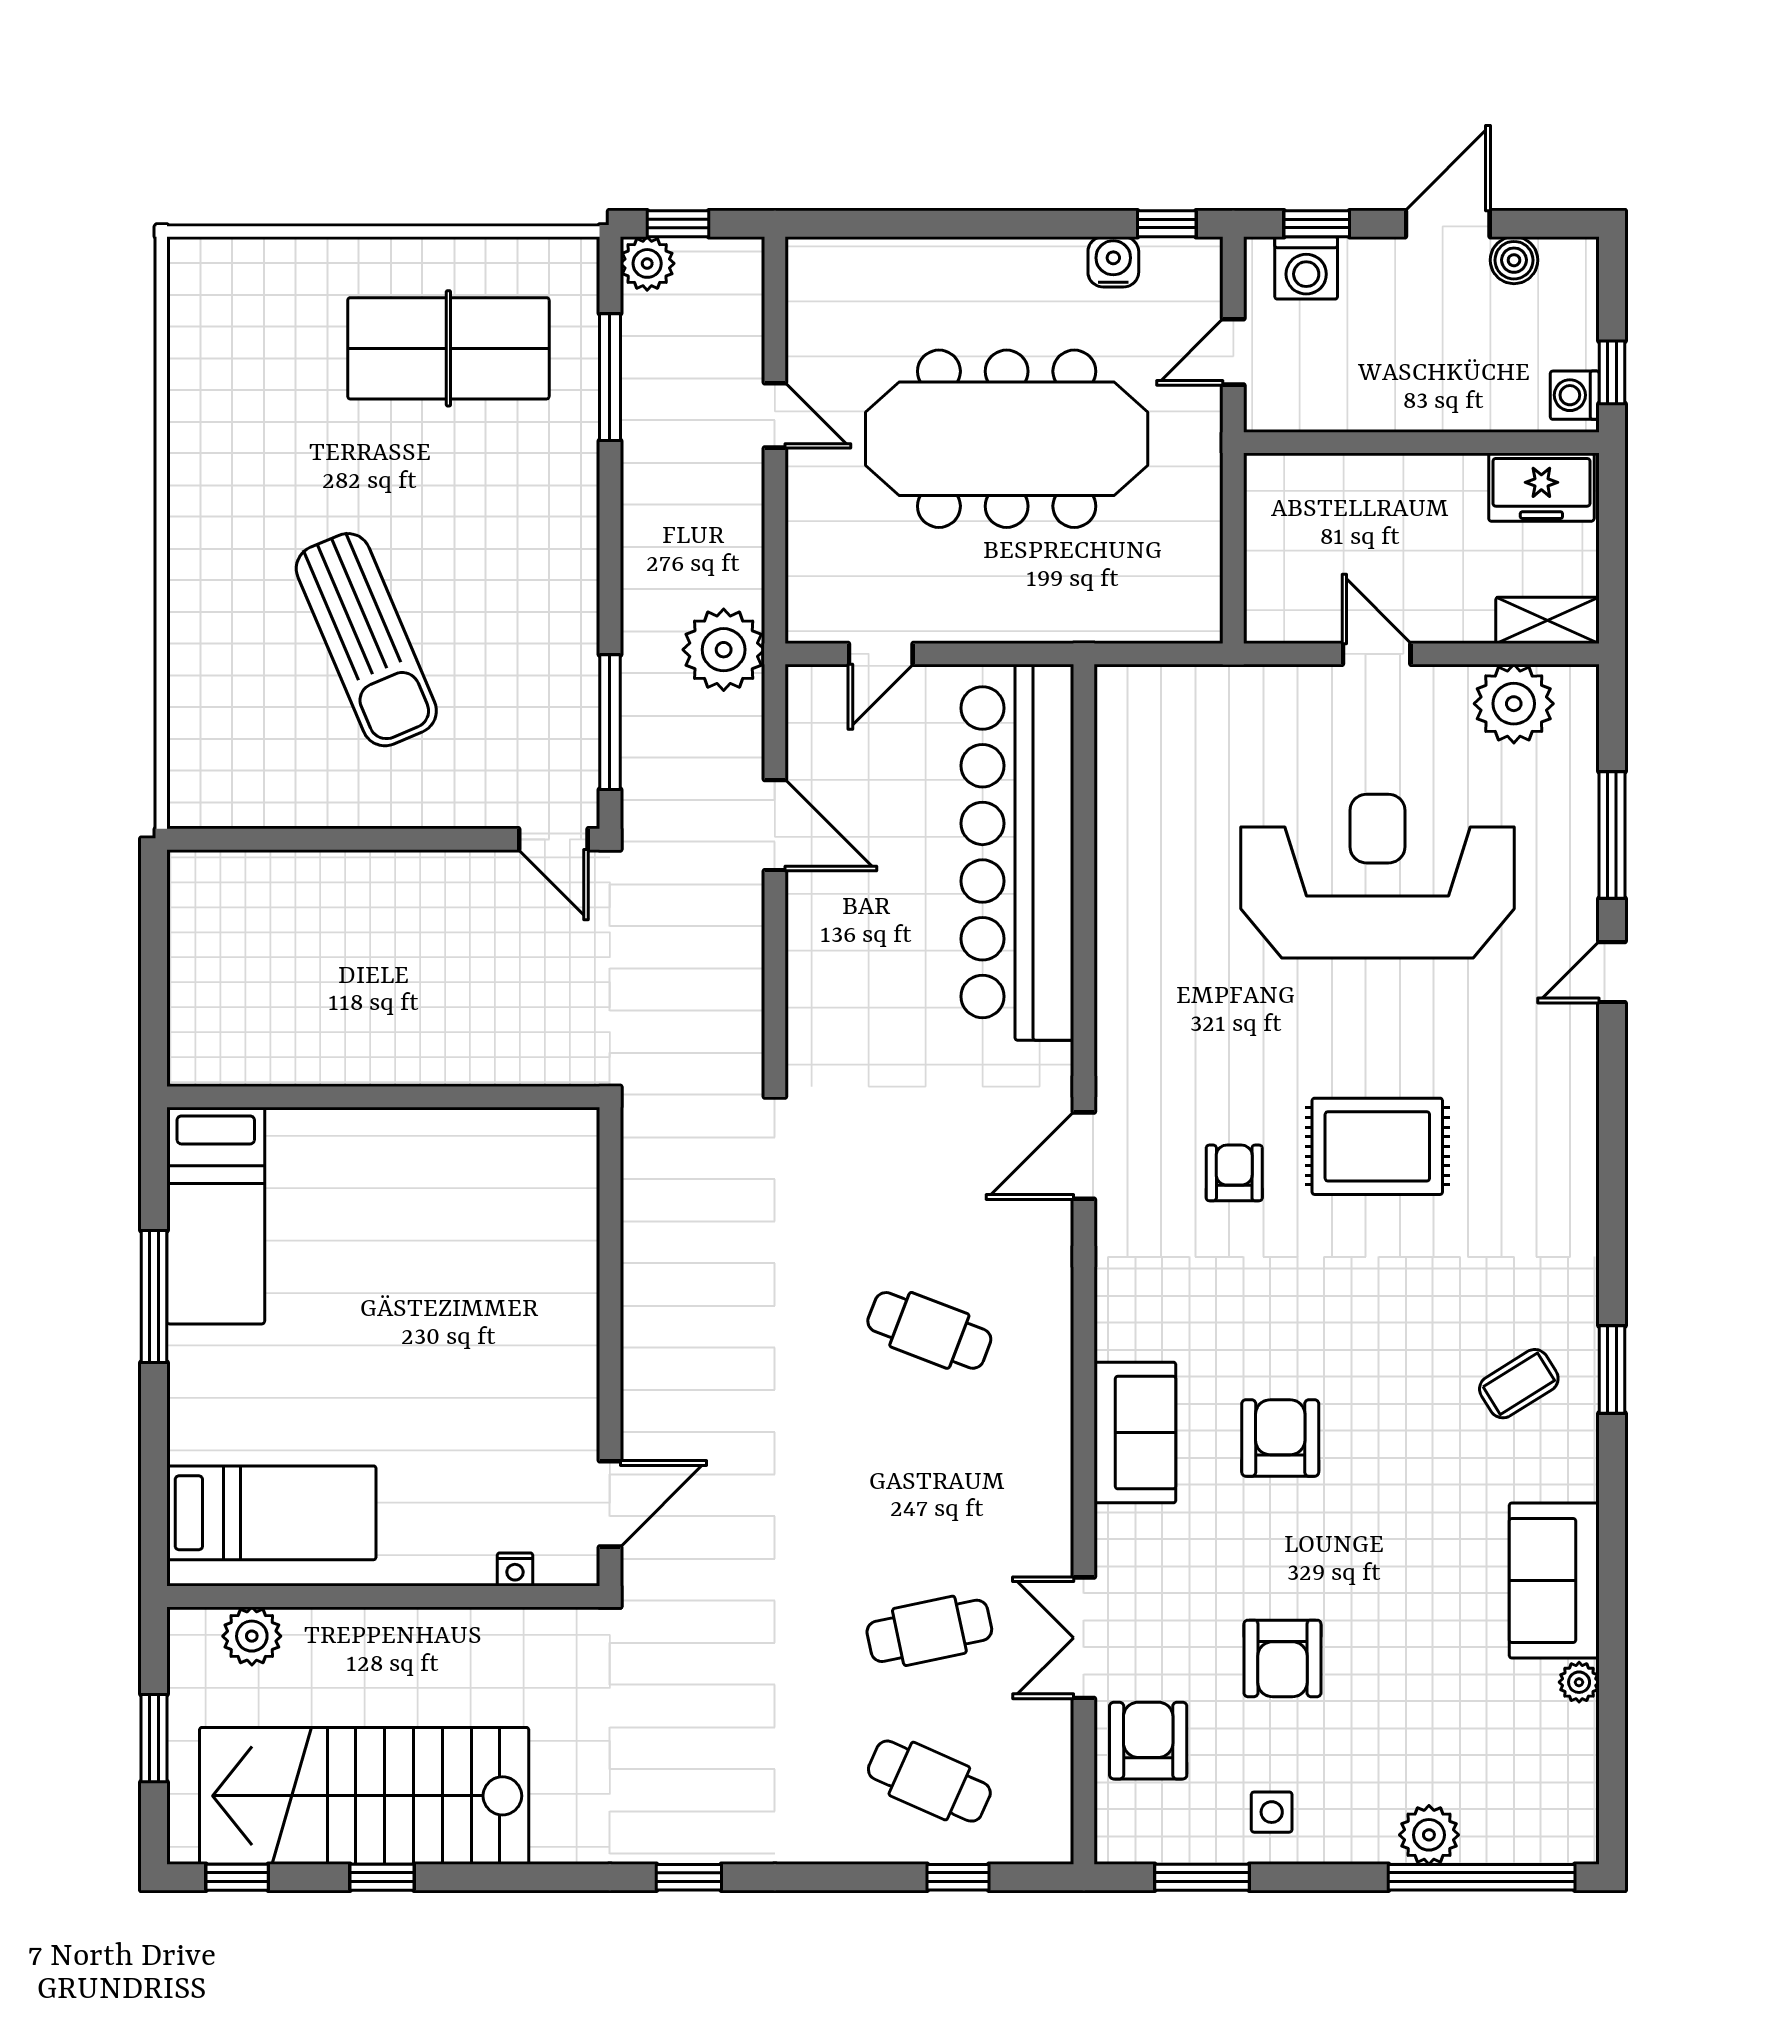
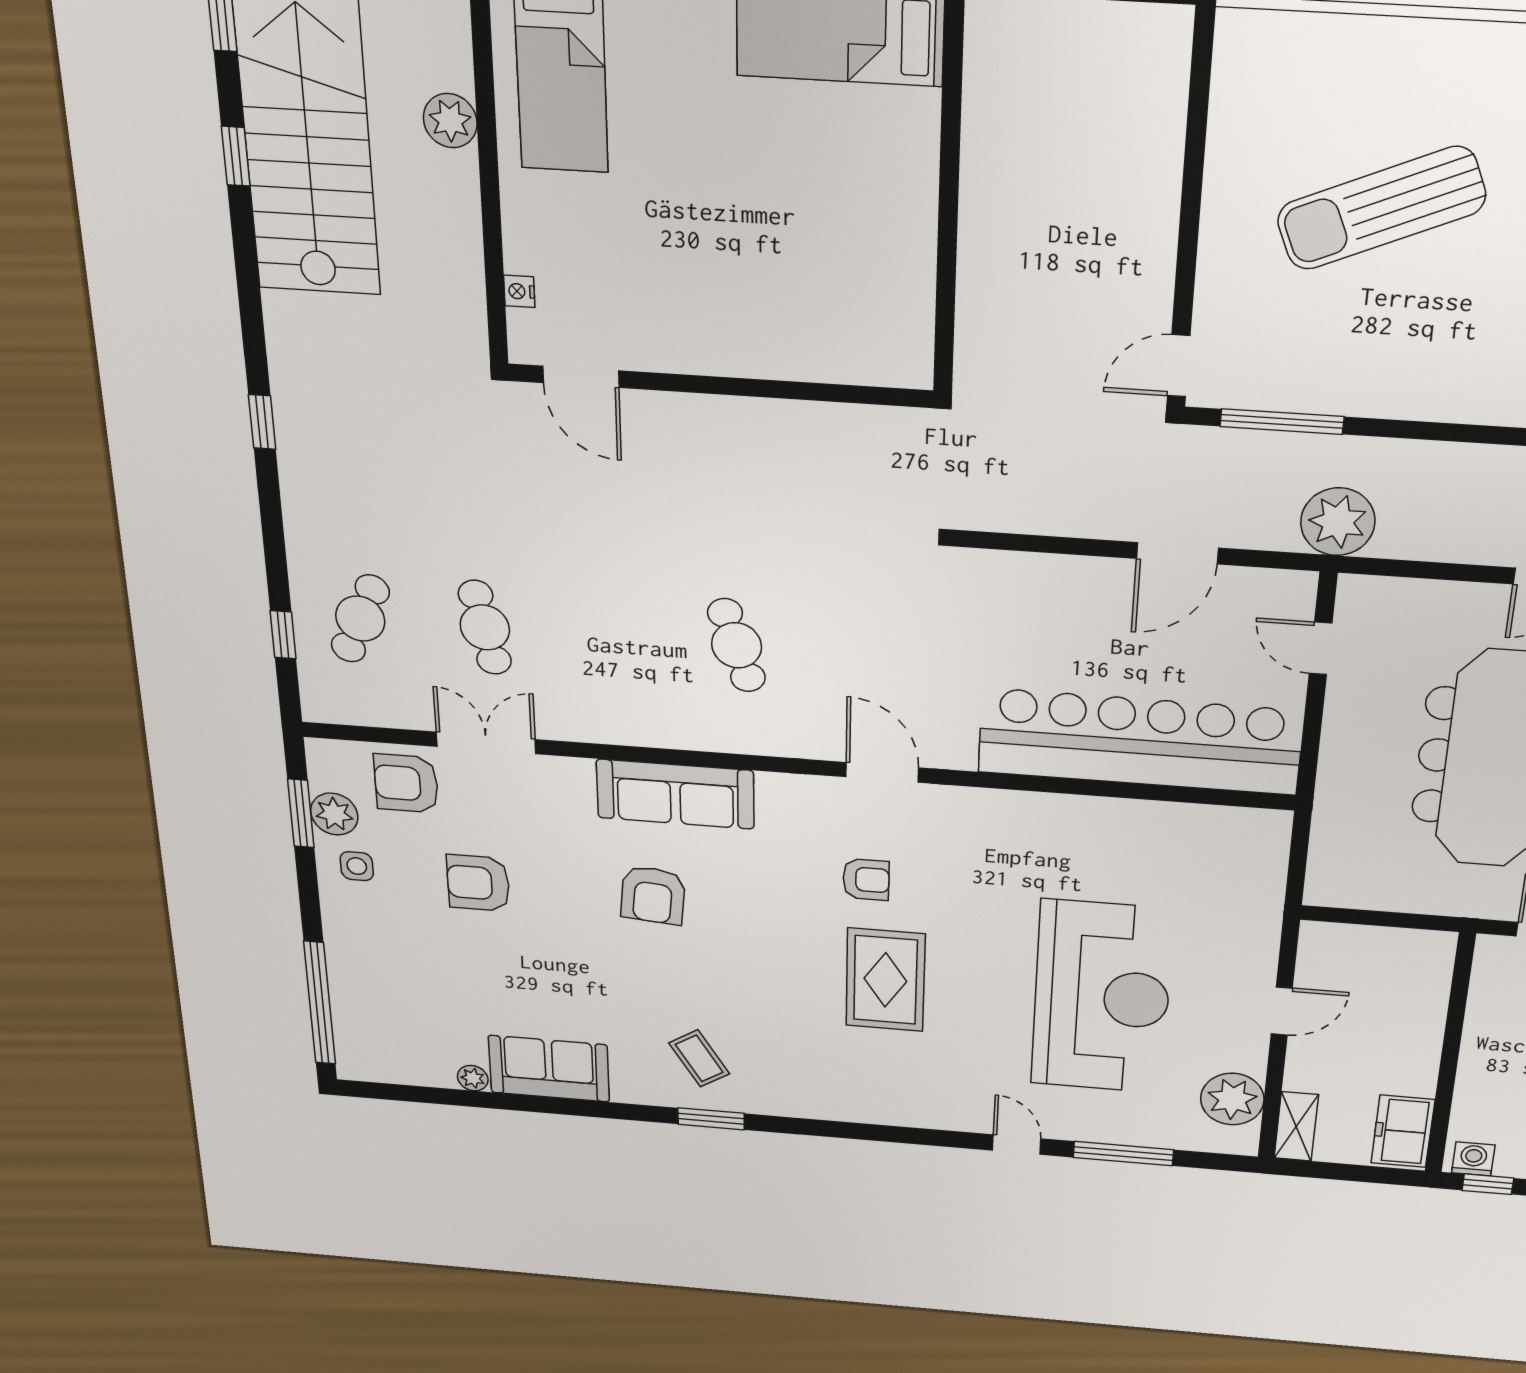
cafe table: (929, 1330) -> (737, 645), turned -39
sofa: (1135, 1433) -> (675, 794), width x1.36
armchair: (1280, 1438) -> (653, 895), turned 95
plant: (252, 1636) -> (450, 121), moved
armchair: (1148, 1741) -> (406, 783), turned 180
plant: (1429, 1835) -> (334, 814), moved

